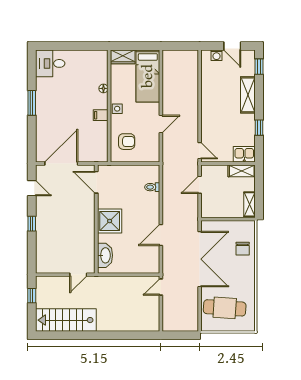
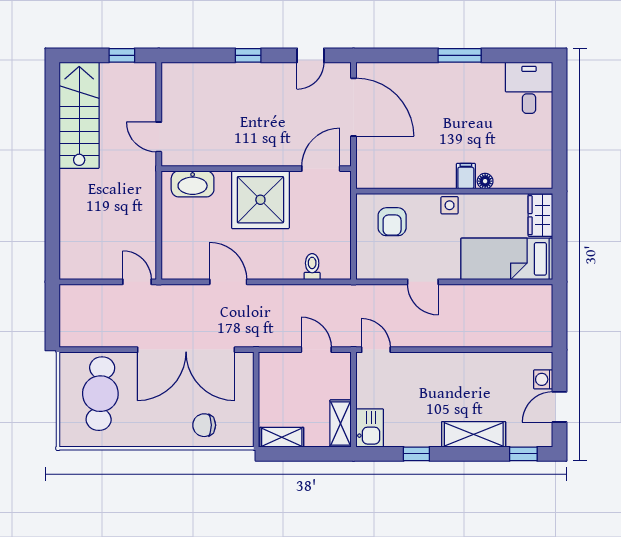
filing cabinet: (101, 115) -> (466, 176), moved
door: (200, 151) -> (376, 350), swing flipped
shower: (110, 221) -> (260, 200), width x1.37, depth x1.37

